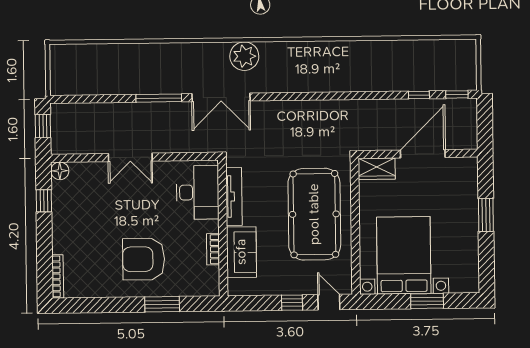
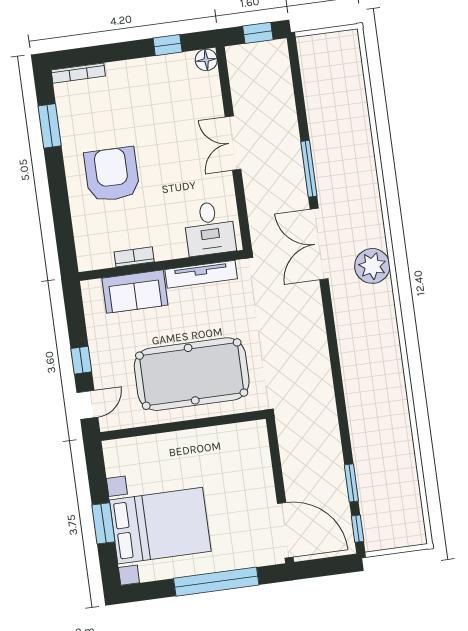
window: (419, 95) -> (351, 483), width x1.50
door: (423, 154) -> (285, 530), moved
wardrobe: (377, 169) -> (256, 443), removed
desk: (198, 192) -> (209, 228), width x0.73
window: (486, 215) -> (216, 582), width x2.11
bed with nightstands: (404, 255) -> (160, 526), moved
window: (162, 304) -> (50, 126), moved

